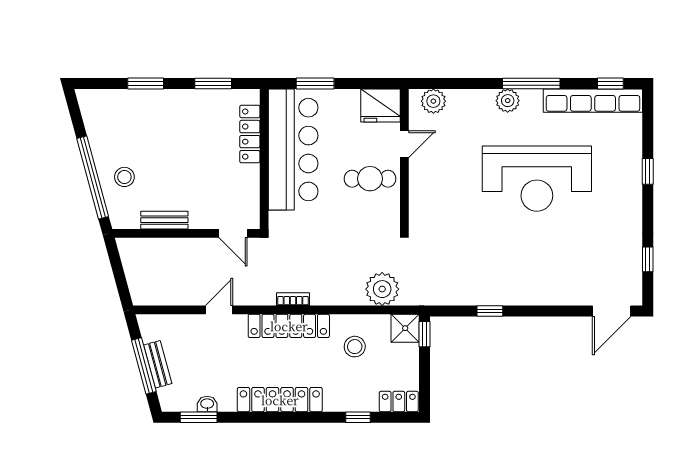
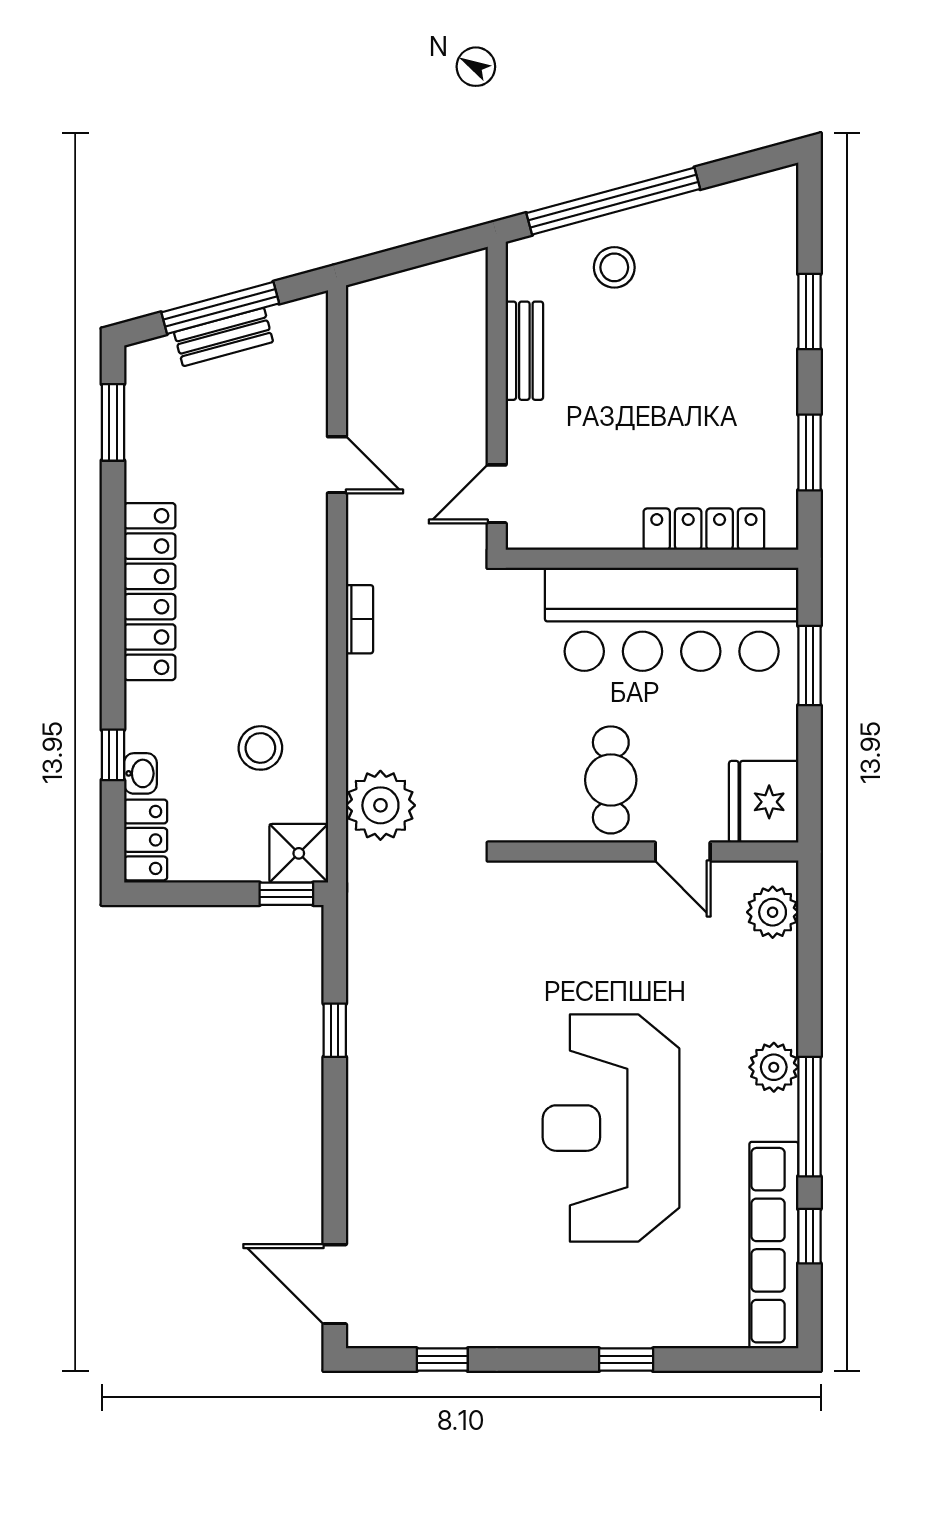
window: (610, 84) -> (809, 1236), moved
locker: (289, 326) -> (304, 610), removed
washbasin: (207, 404) -> (140, 773), moved

